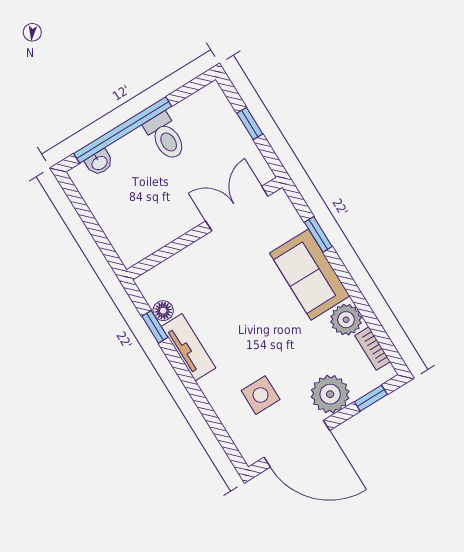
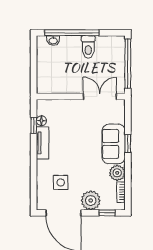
window: (250, 123) -> (128, 64), width x3.17
window: (318, 234) -> (128, 144), moved

